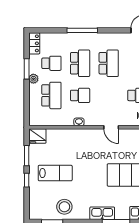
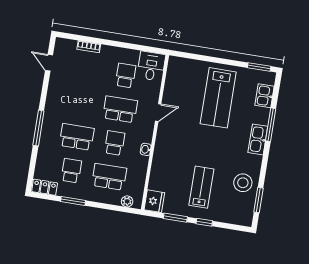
school desk: (109, 63) -> (120, 109), moved
plant: (33, 79) -> (127, 201), moved

